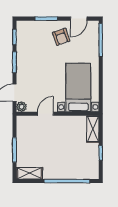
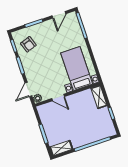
armchair: (61, 37) -> (28, 44), moved
door: (45, 114) -> (58, 98), swing flipped

